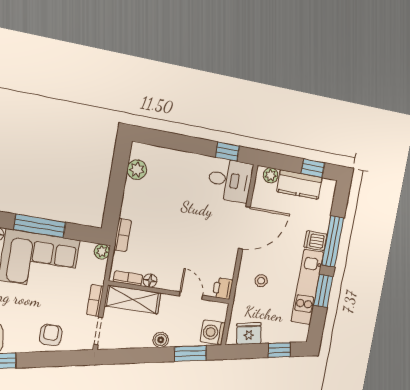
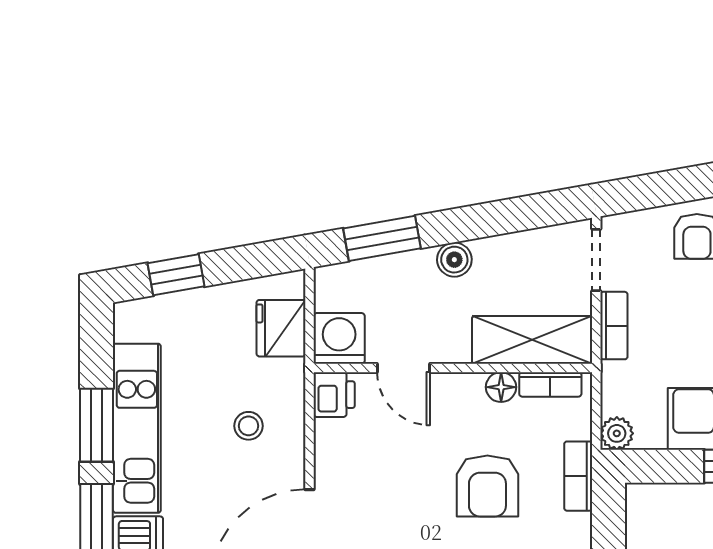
armchair: (164, 237) -> (487, 486), added
washing machine: (213, 332) -> (339, 338), moved, turned -90
fridge: (249, 334) -> (281, 328), moved, turned 100

